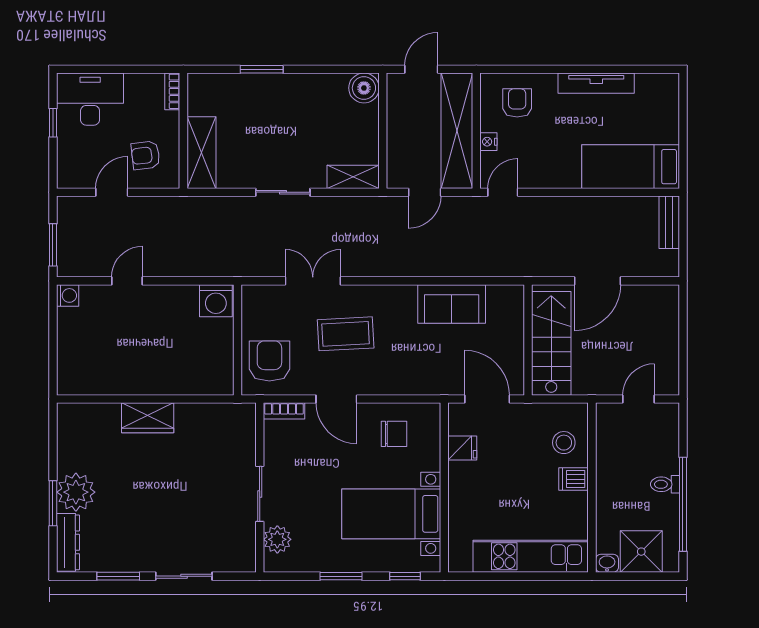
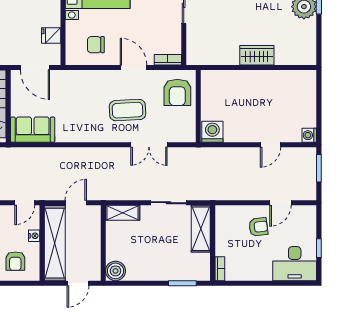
bookcase: (172, 91) -> (220, 269), moved
wall: (183, 131) -> (213, 243), moved
shelving: (201, 153) -> (201, 229), moved
sofa: (452, 304) -> (33, 130), moved

